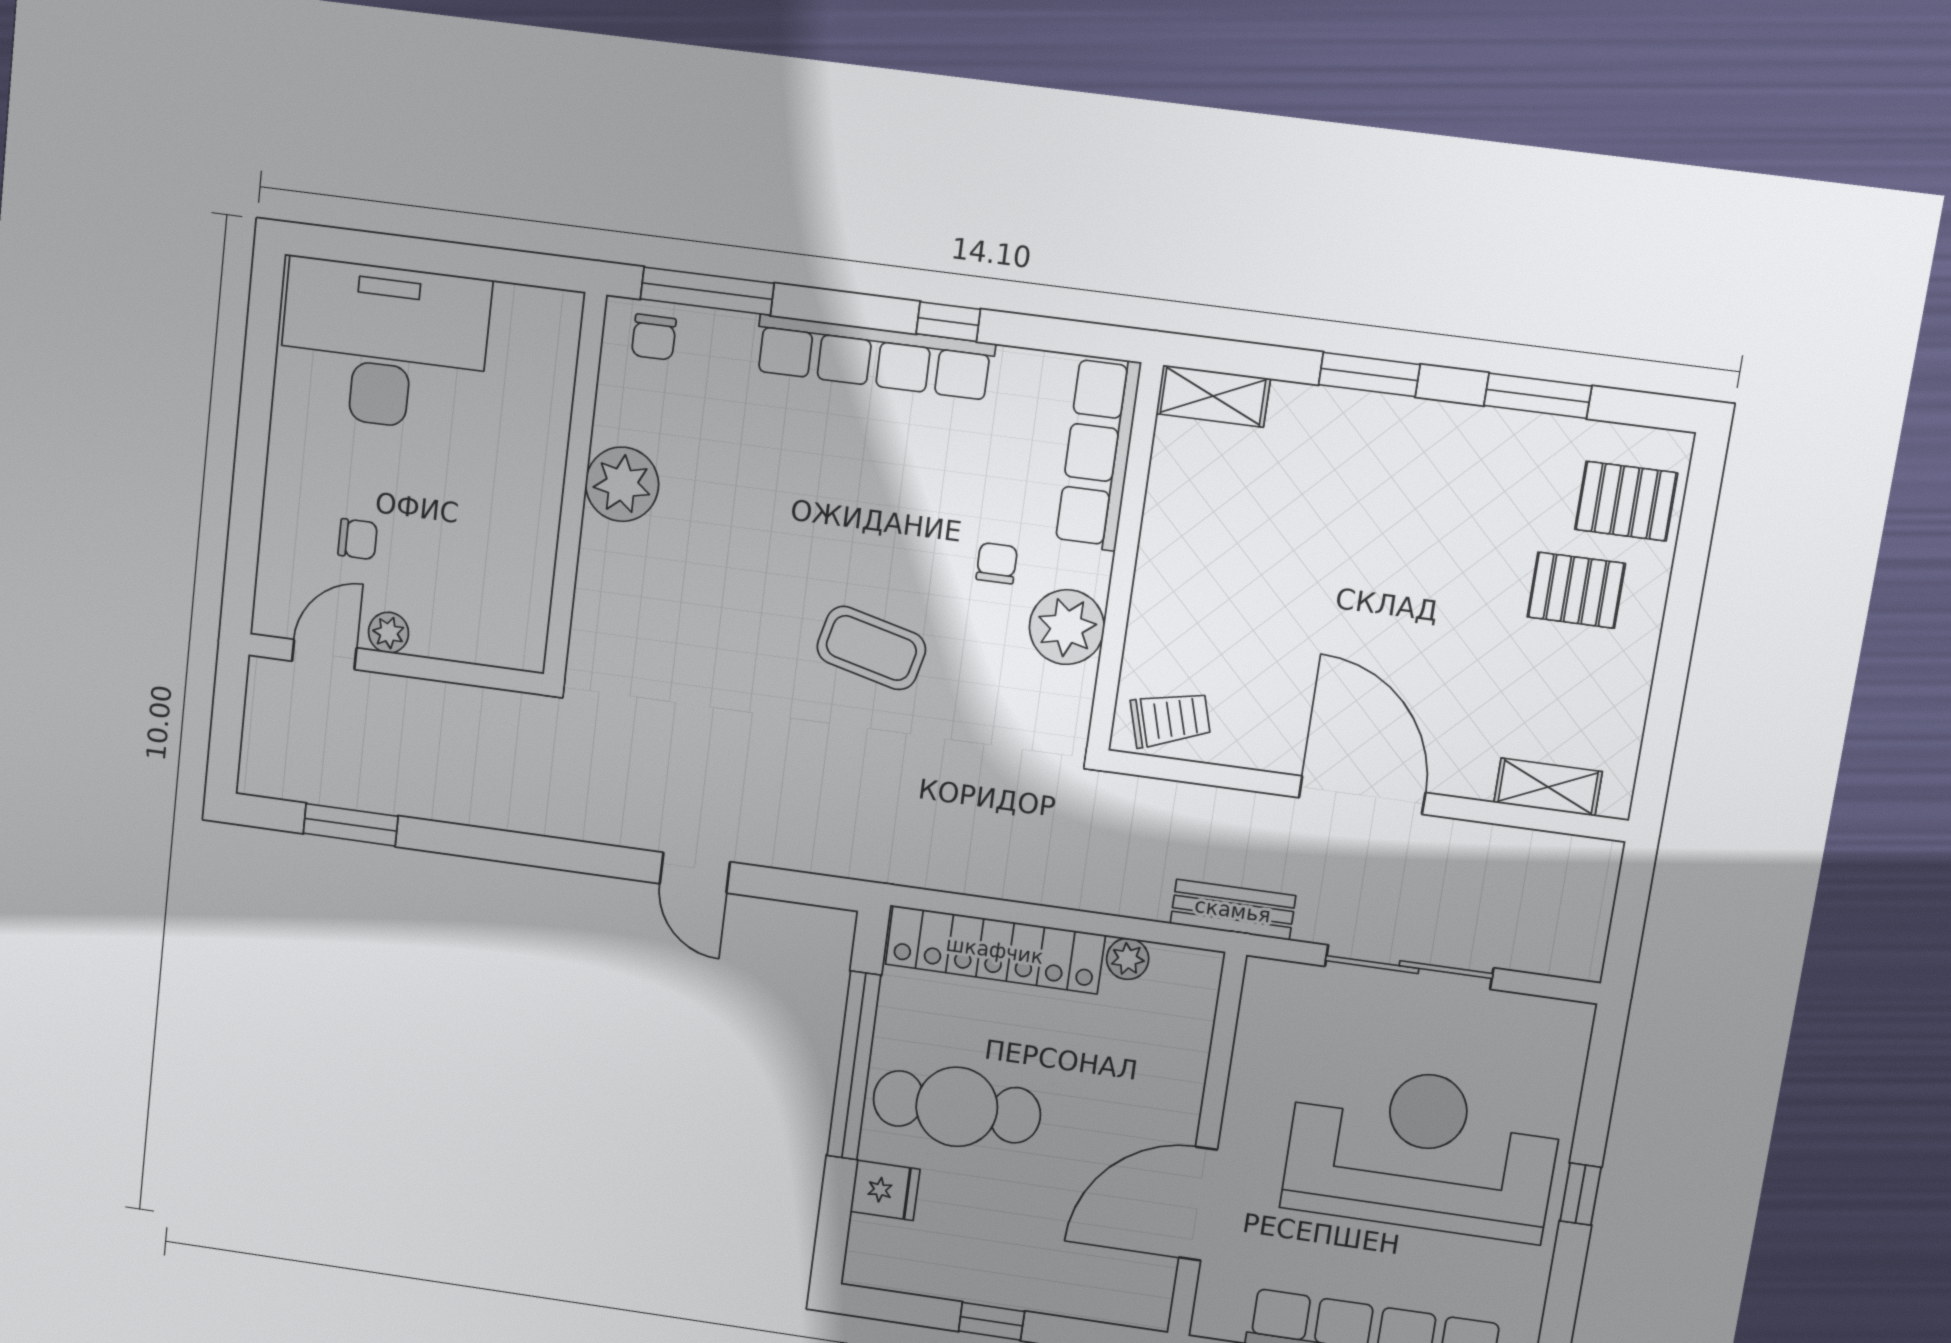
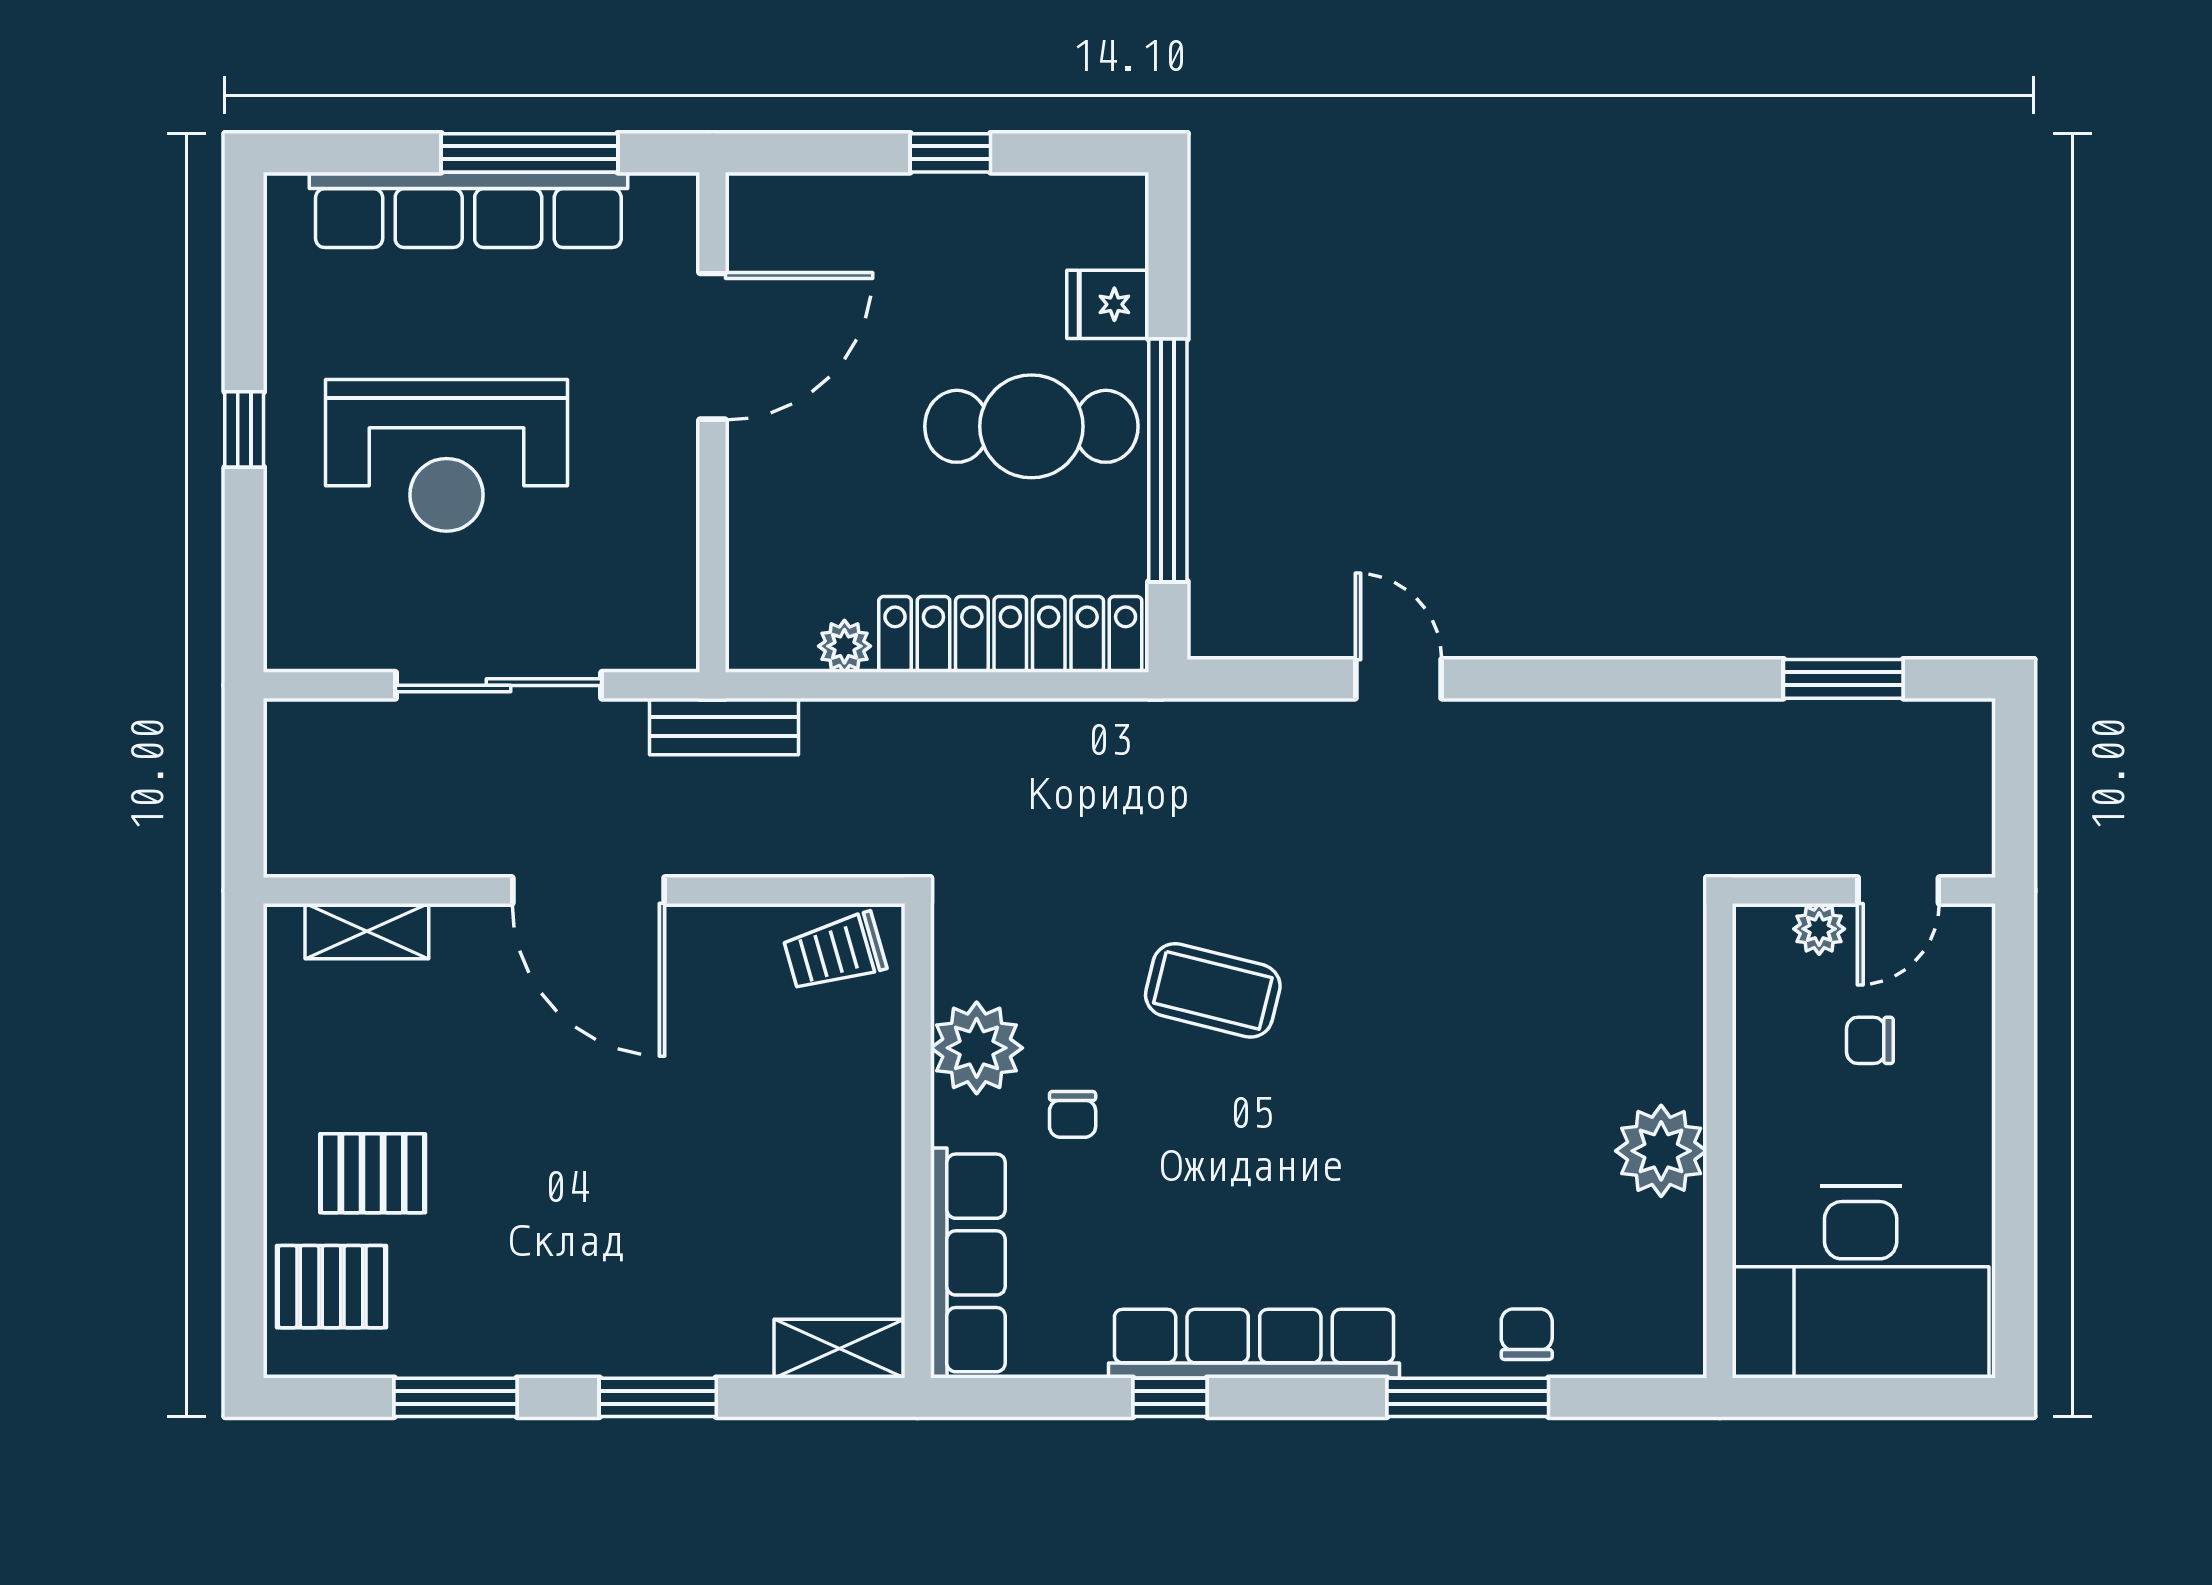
plant: (622, 484) -> (1661, 1151), moved
wall: (575, 486) -> (1720, 1141), moved
reception desk: (1422, 1151) -> (447, 455), width x0.74, depth x0.77

